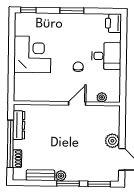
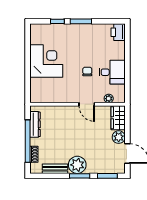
window: (28, 10) -> (57, 21), moved
desk: (106, 56) -> (112, 72), moved
door: (77, 104) -> (87, 104), swing flipped
wardrobe: (112, 119) -> (118, 118), added
plant: (61, 176) -> (77, 165), width x1.87, depth x1.87

